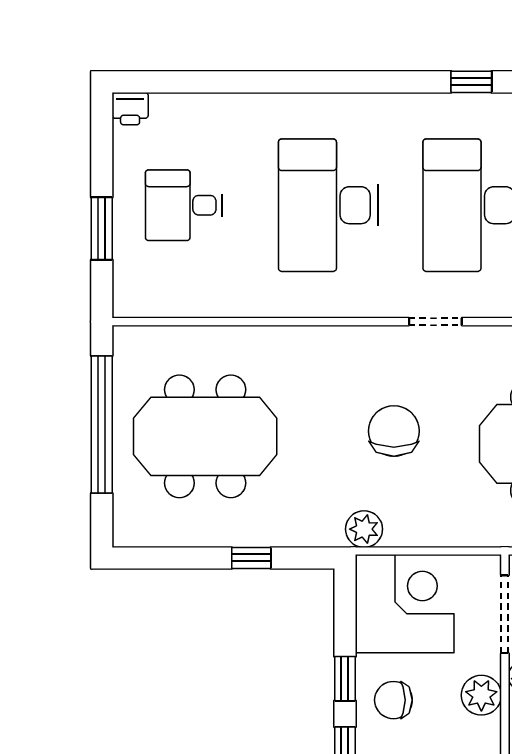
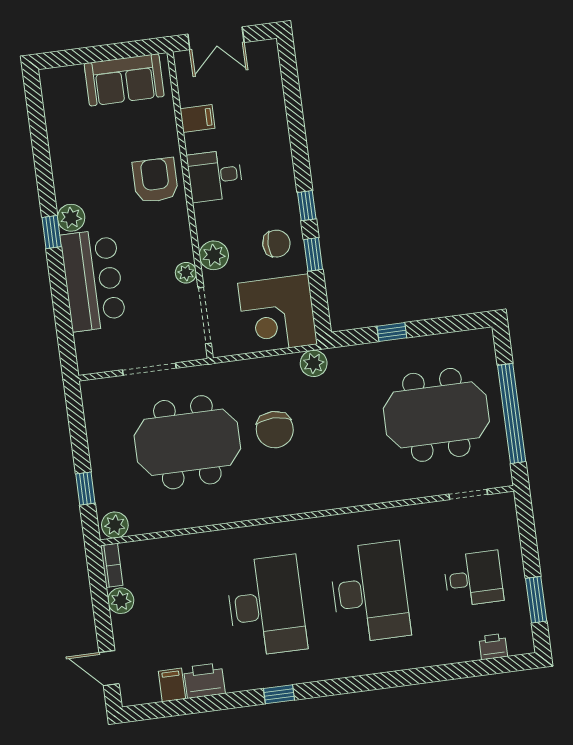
printer: (130, 109) -> (493, 646), moved
window: (102, 228) -> (536, 600), moved
doorway: (435, 322) -> (468, 494), moved
chair: (394, 431) -> (275, 430), moved

